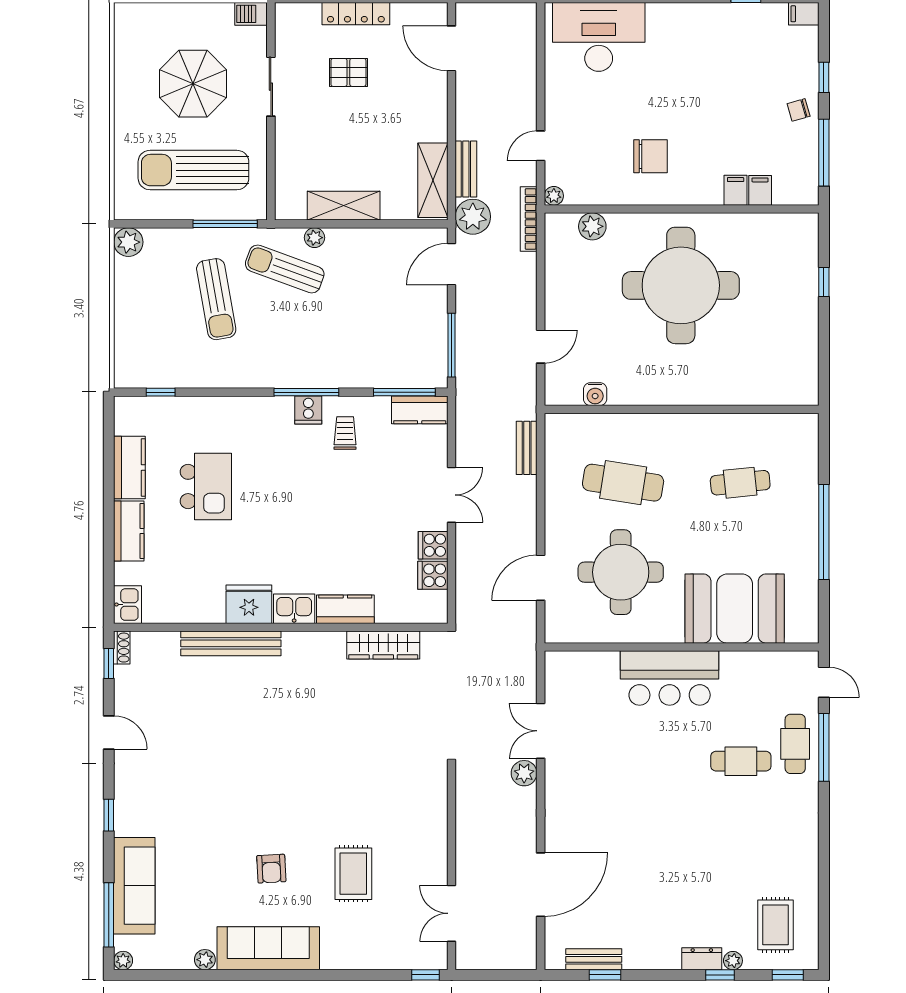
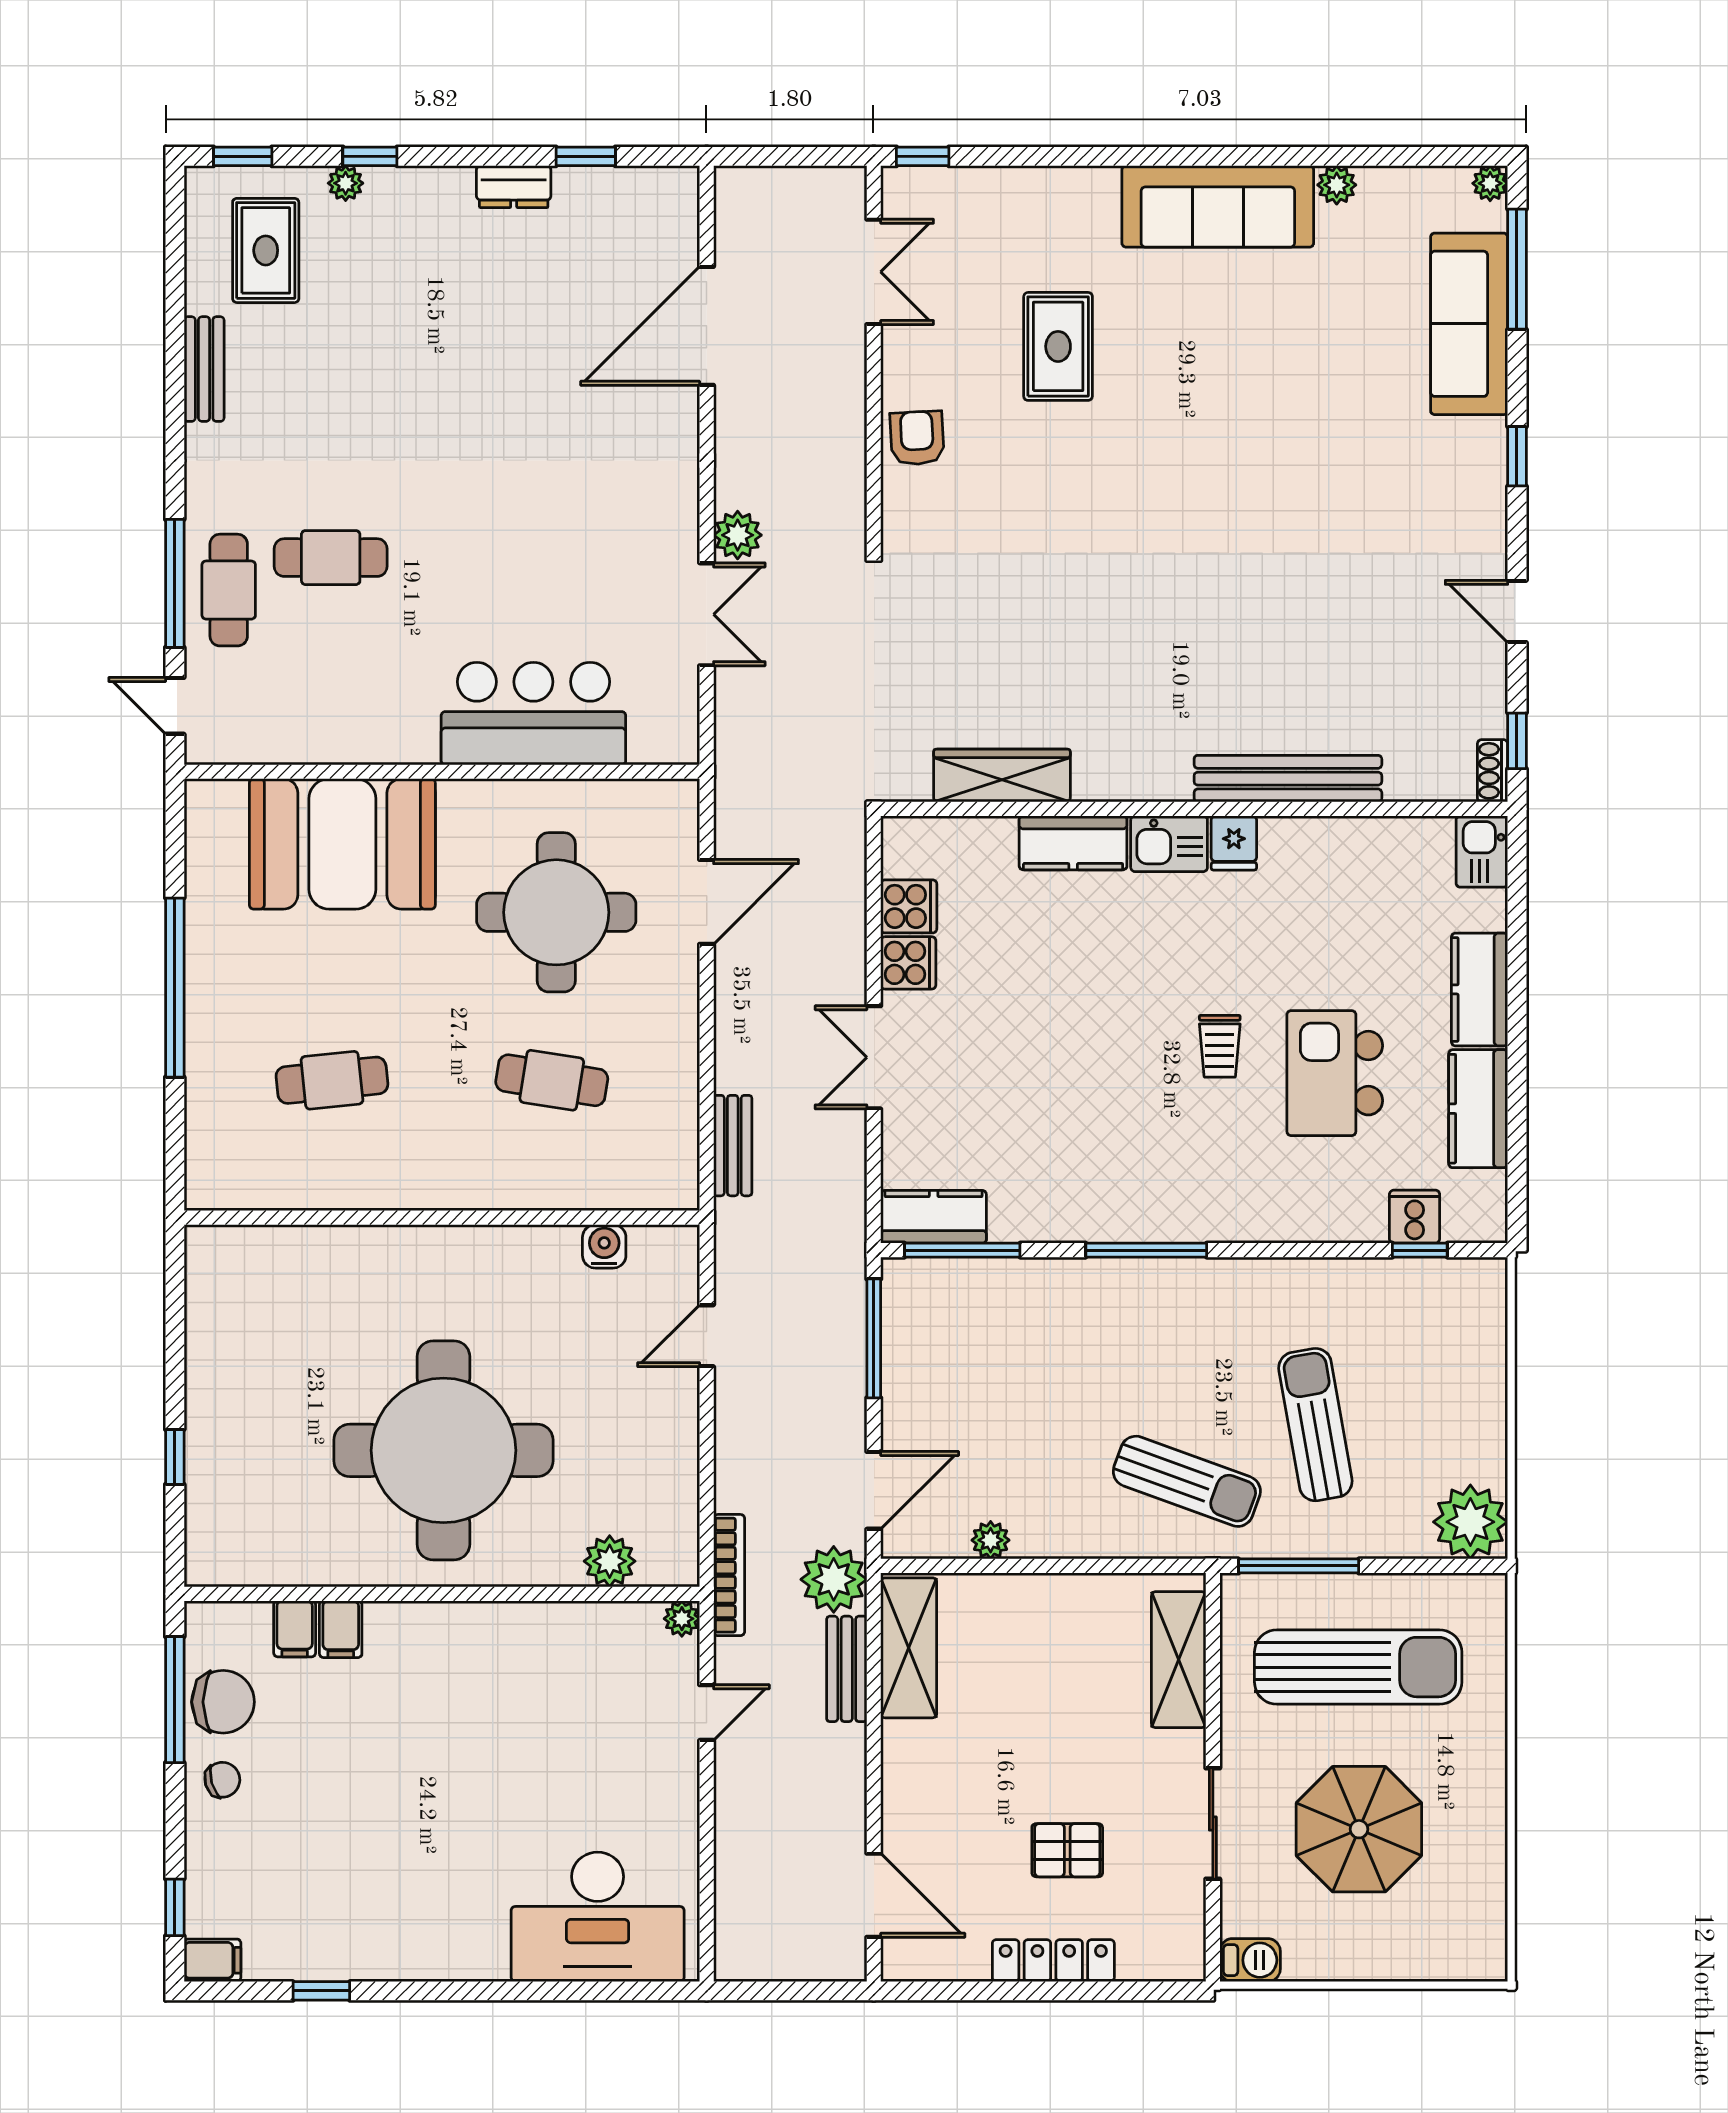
window: (824, 77) -> (175, 1907), moved
chair: (651, 156) -> (223, 1702), moved, turned 180
shelving: (344, 206) -> (1179, 1660), moved, turned 90
plant: (315, 238) -> (991, 1540), moved
plant: (128, 242) -> (1470, 1522), width x1.36, depth x1.36
cooker: (308, 410) -> (1415, 1217), moved
trolley: (345, 433) -> (1220, 1046), moved
cafe table: (623, 483) -> (552, 1080), width x0.73, depth x0.74
fridge: (249, 604) -> (1234, 843), width x0.53, depth x0.75
bar counter: (670, 678) -> (533, 714), moved
armchair: (271, 869) -> (917, 438), moved
bench: (594, 959) -> (204, 369), moved, turned 90
dresser: (702, 959) -> (514, 187), moved

